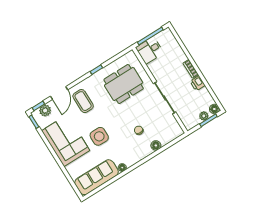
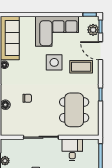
desk: (150, 50) -> (72, 150), moved
side table: (99, 136) -> (54, 62), moved

